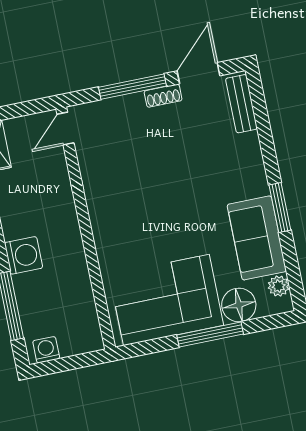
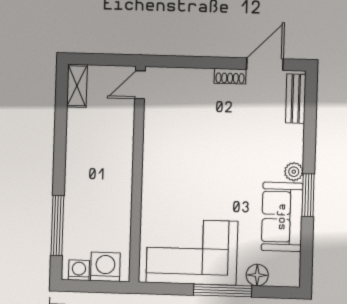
window: (133, 87) -> (206, 62), removed
washing machine: (23, 255) -> (105, 267), moved, turned -90
plant: (279, 286) -> (294, 172), moved
floor lamp: (239, 305) -> (257, 275), width x0.73, depth x0.73

